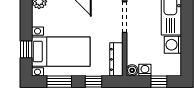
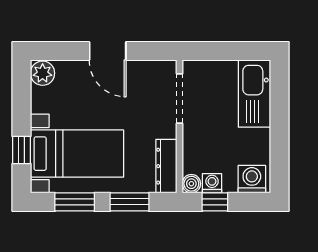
washing machine: (173, 45) -> (252, 179), moved, turned 90
window: (93, 82) -> (129, 202), width x1.50
window: (159, 82) -> (215, 202), moved

